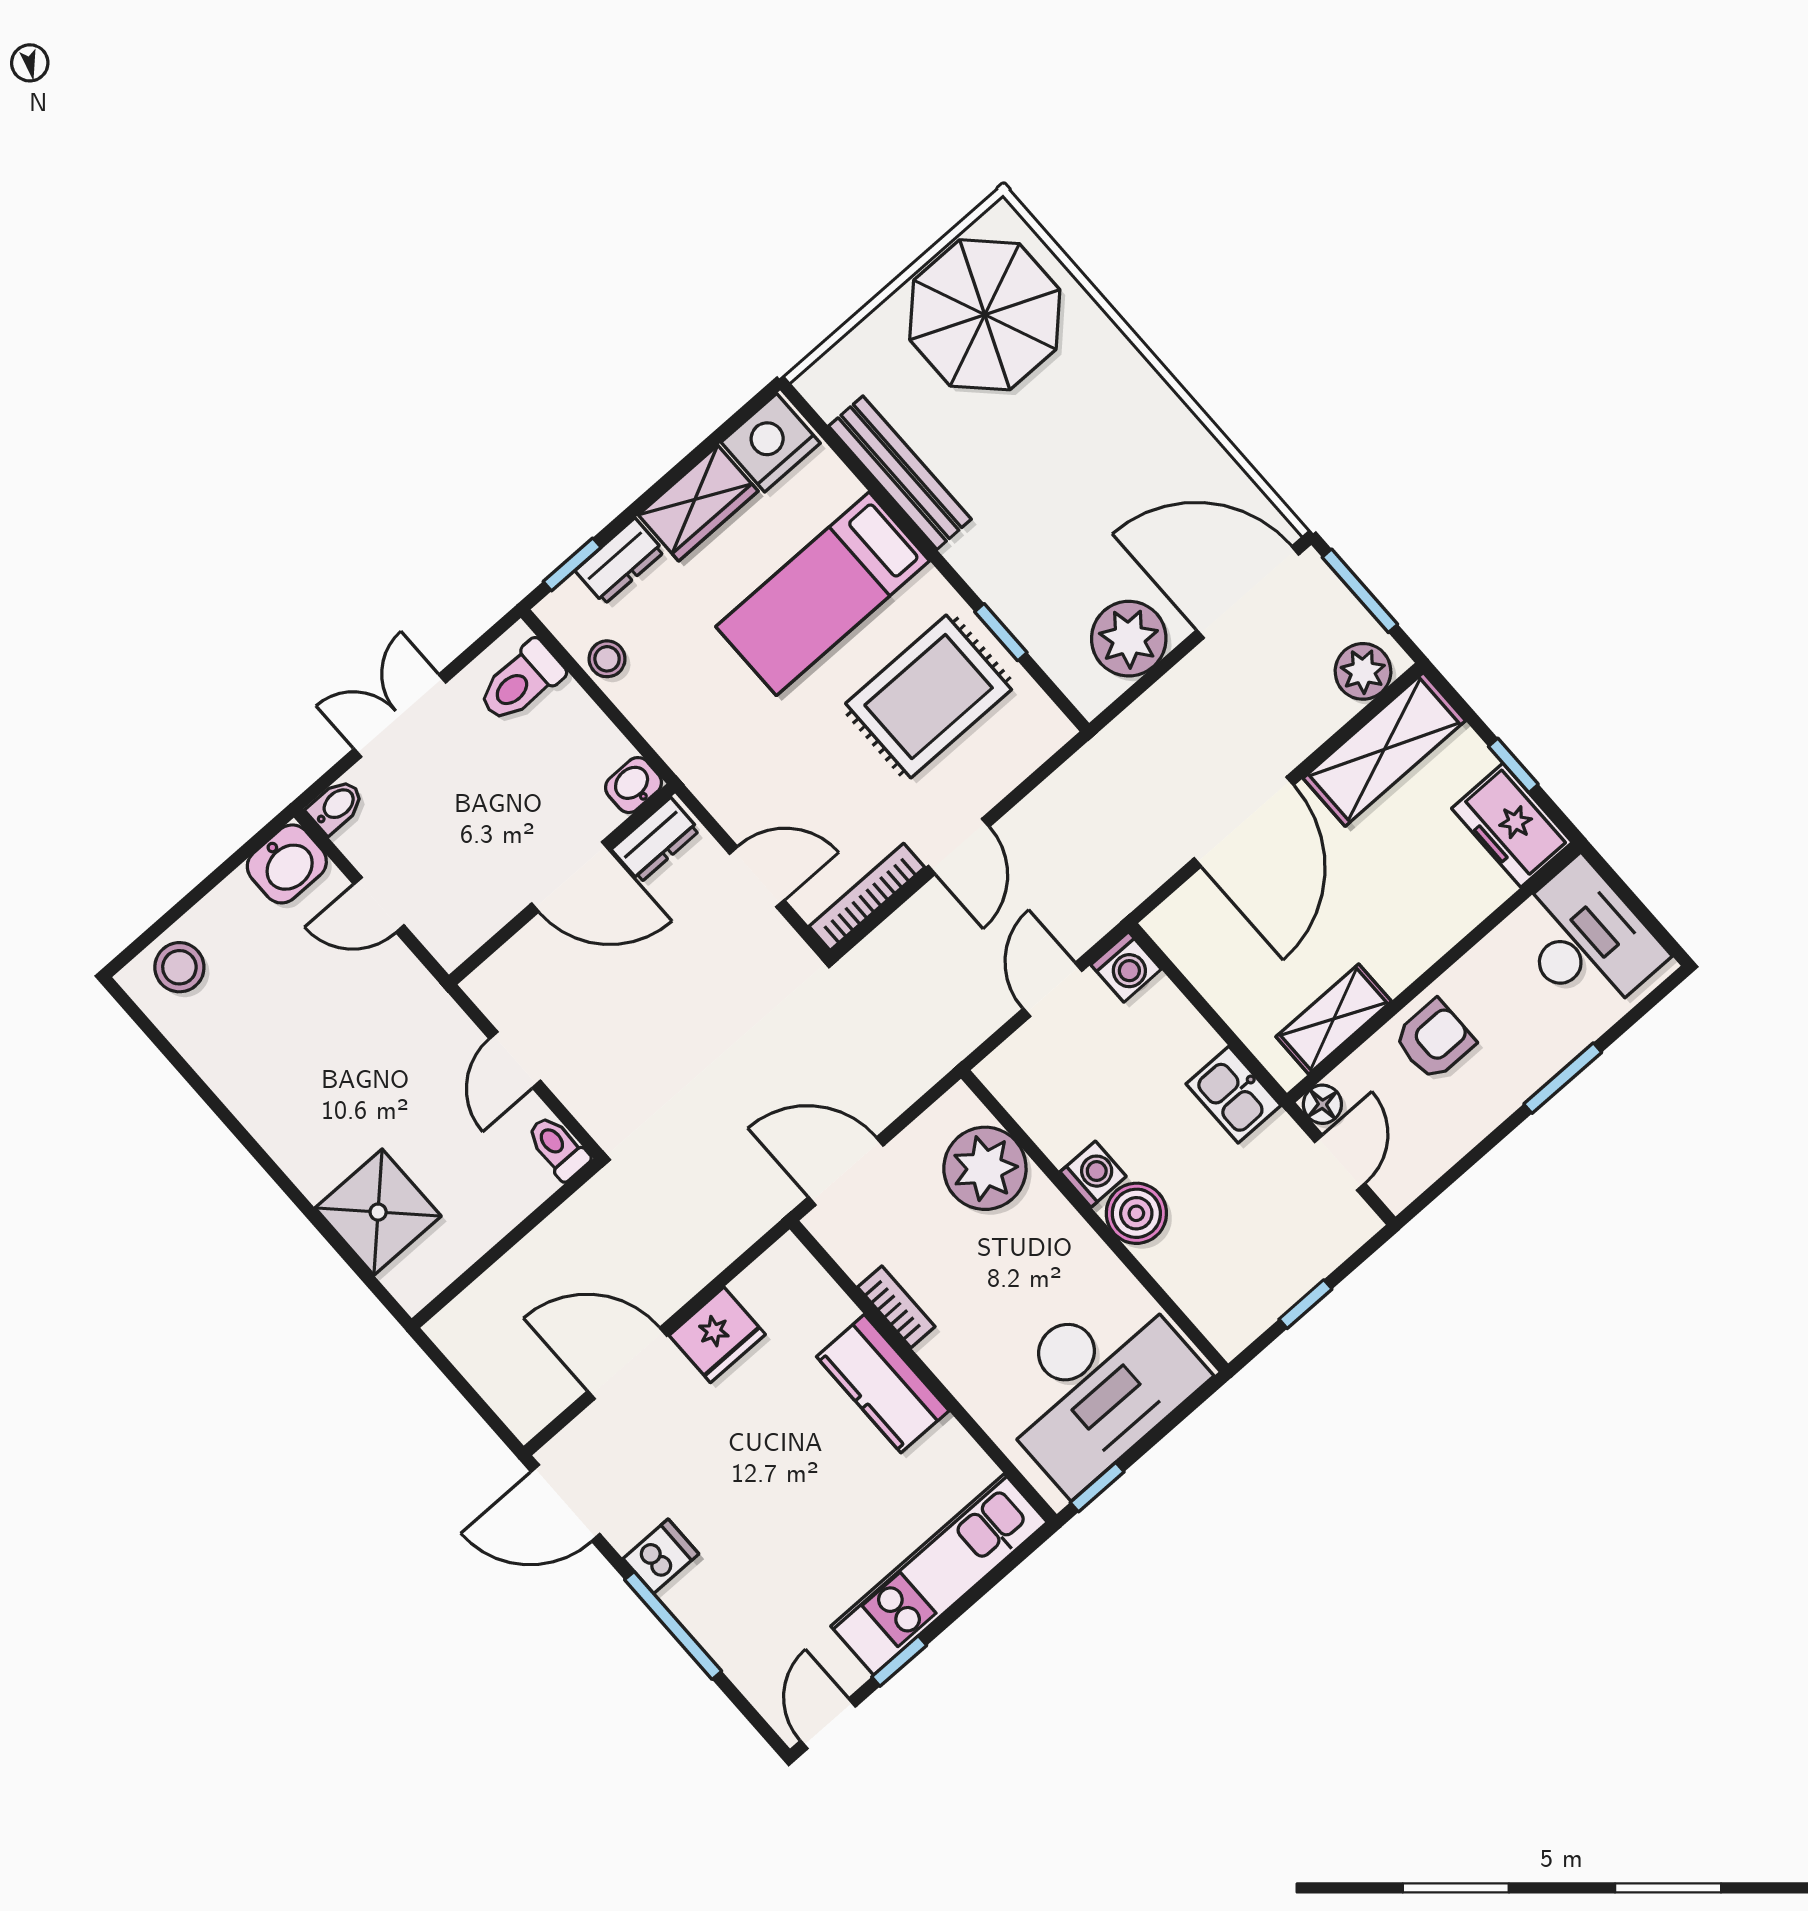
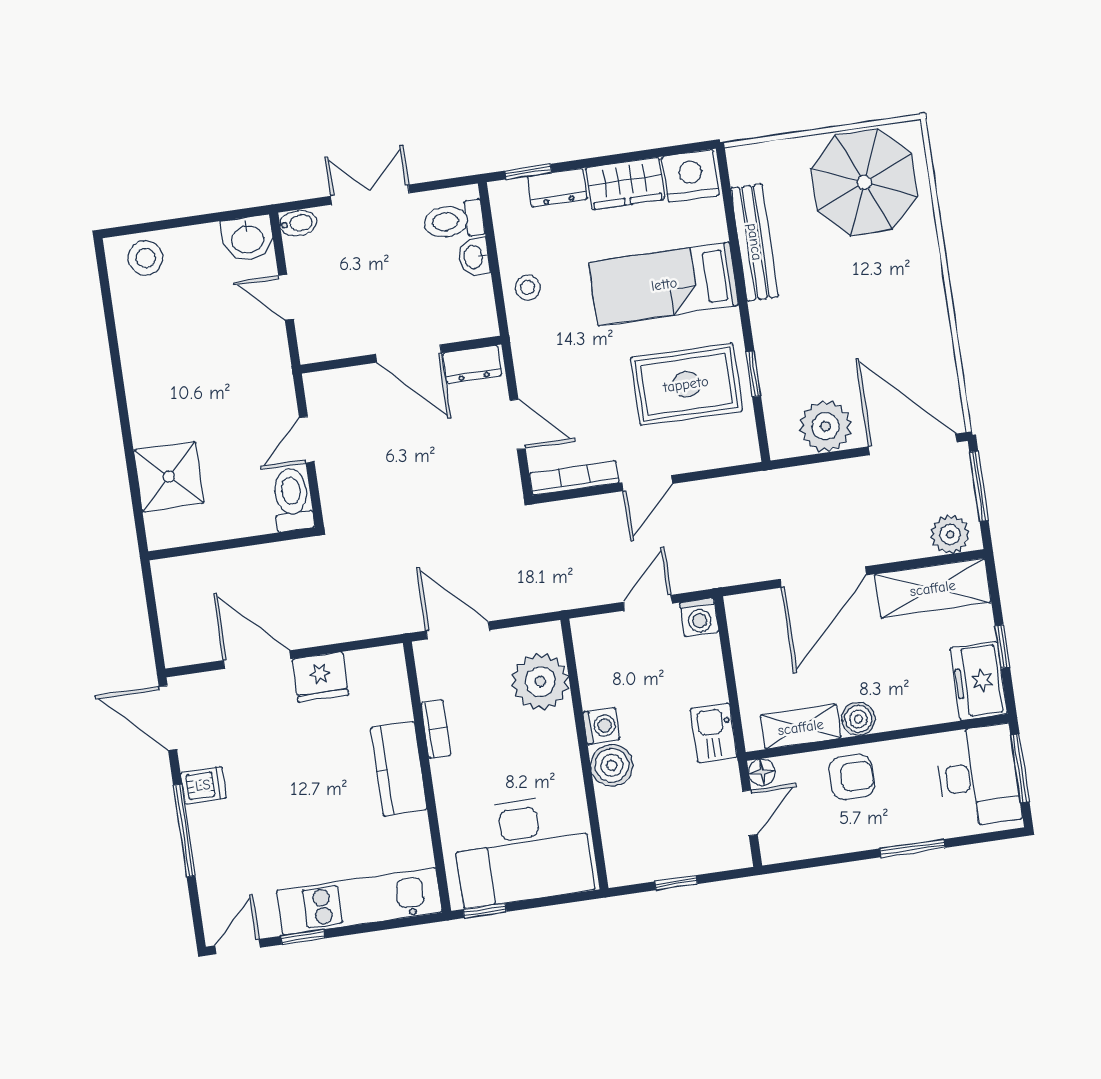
stool: (607, 659) -> (528, 288), moved
washbasin: (633, 785) -> (474, 257), moved, turned -90
window: (1630, 898) -> (1020, 769), added
boiler: (1397, 965) -> (858, 719), added
toilet: (558, 1148) -> (292, 499), width x1.37, depth x1.39

